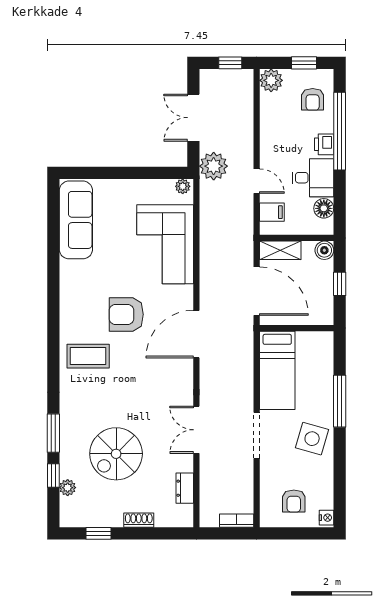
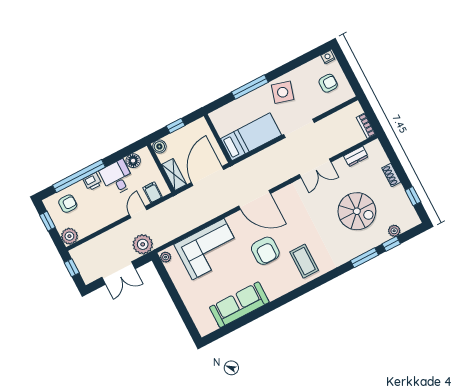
sofa: (76, 220) -> (239, 305), moved
bookcase: (237, 521) -> (366, 126), moved

